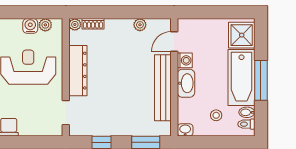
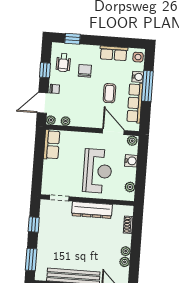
plant: (75, 24) -> (126, 251), moved
water cooler: (30, 26) -> (131, 161), moved

